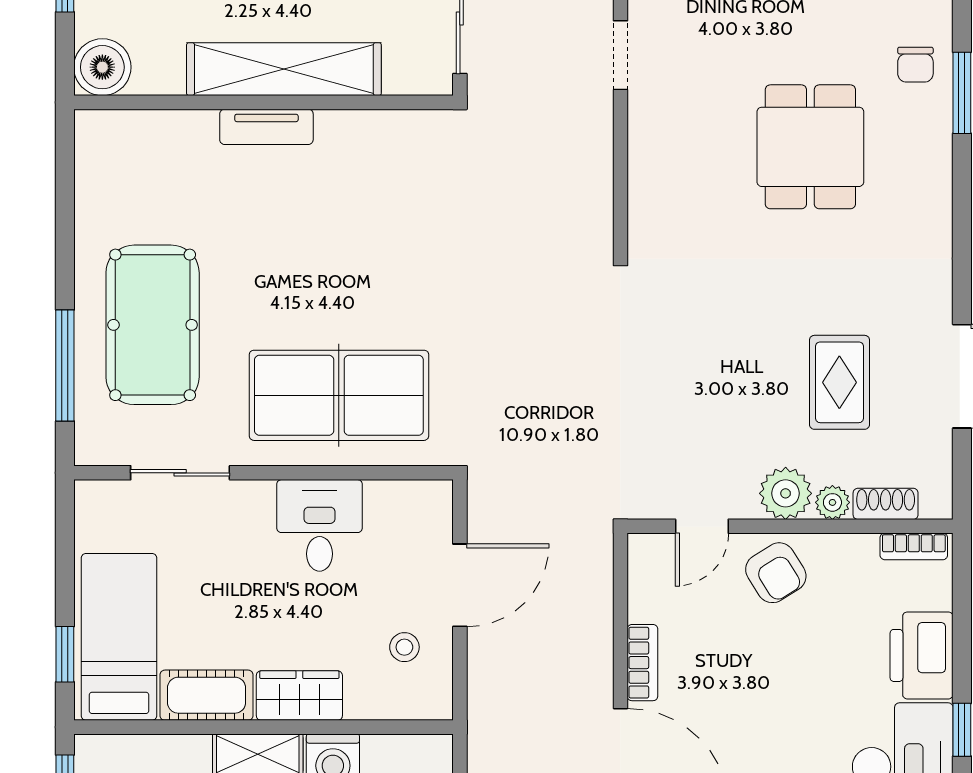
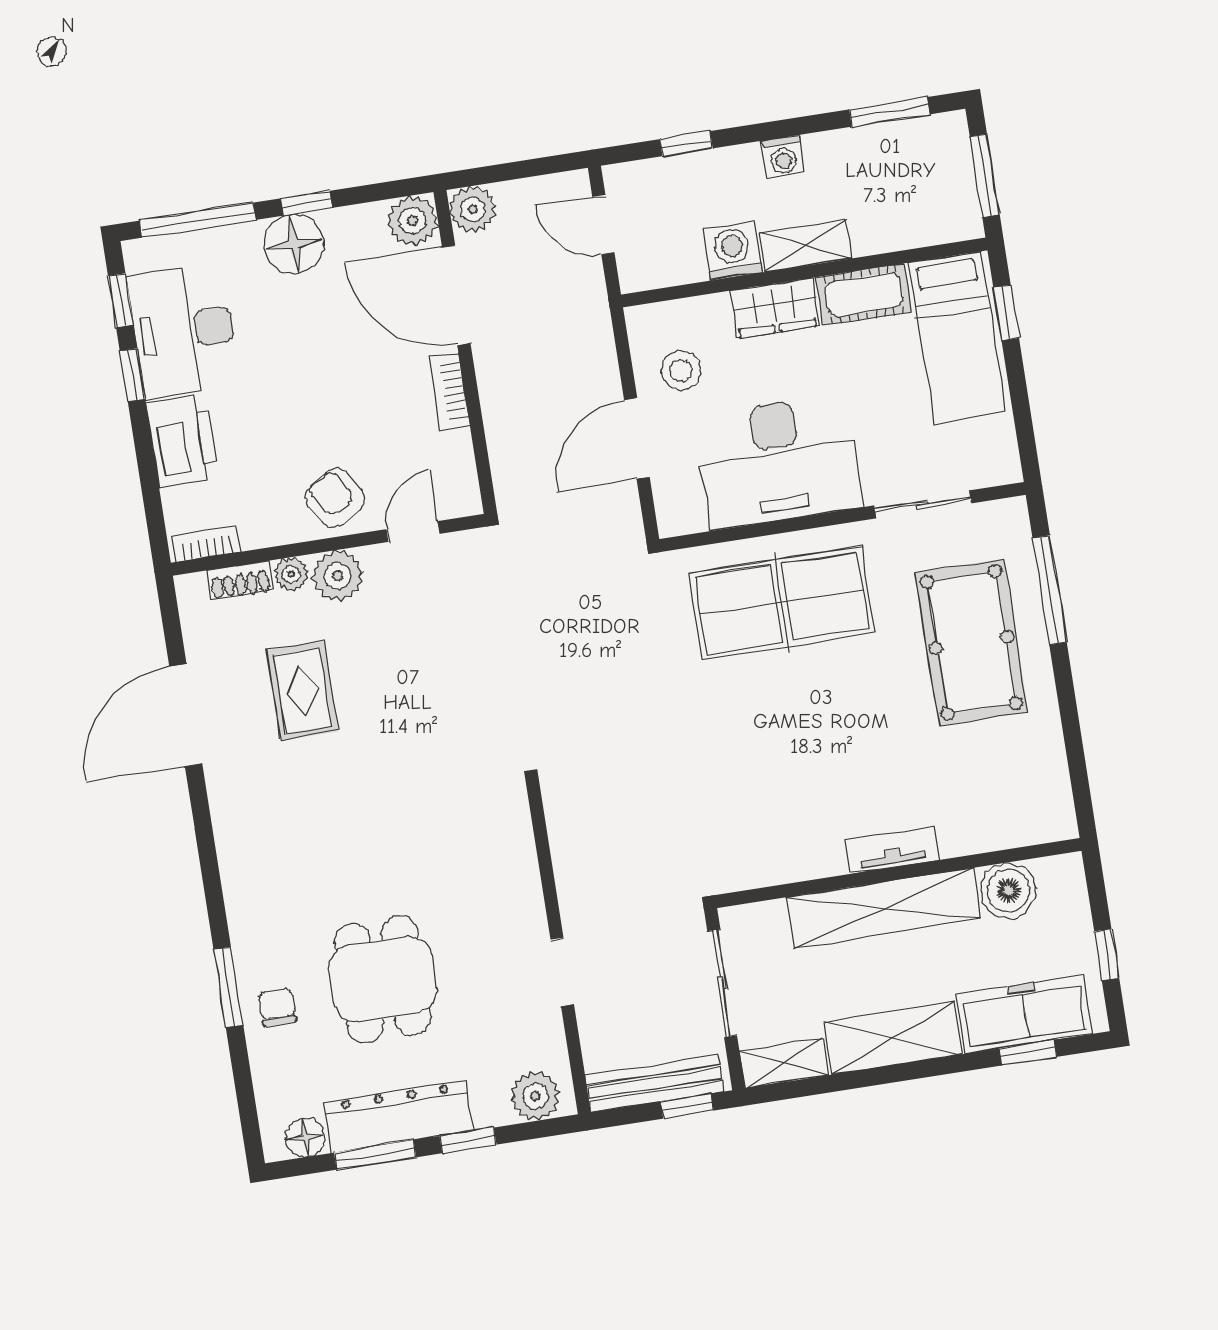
boiler: (102, 67) -> (1008, 890), moved
dining table: (810, 147) -> (383, 979), moved
desk: (320, 525) -> (779, 462), width x1.87, depth x1.30
stool: (404, 647) -> (681, 371), width x1.37, depth x1.37

